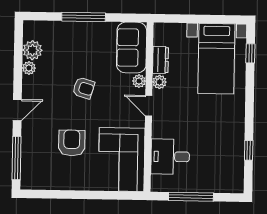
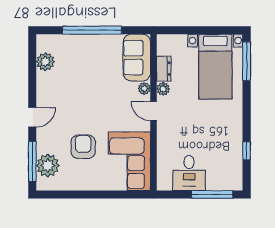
window: (84, 17) -> (92, 30), width x1.46
window: (250, 53) -> (247, 61), width x2.17
plant: (29, 68) -> (48, 166), moved, width x1.88, depth x1.88
armchair: (84, 88) -> (93, 96), removed
desk: (170, 157) -> (189, 173), moved, turned -90
window: (191, 197) -> (212, 194), moved

